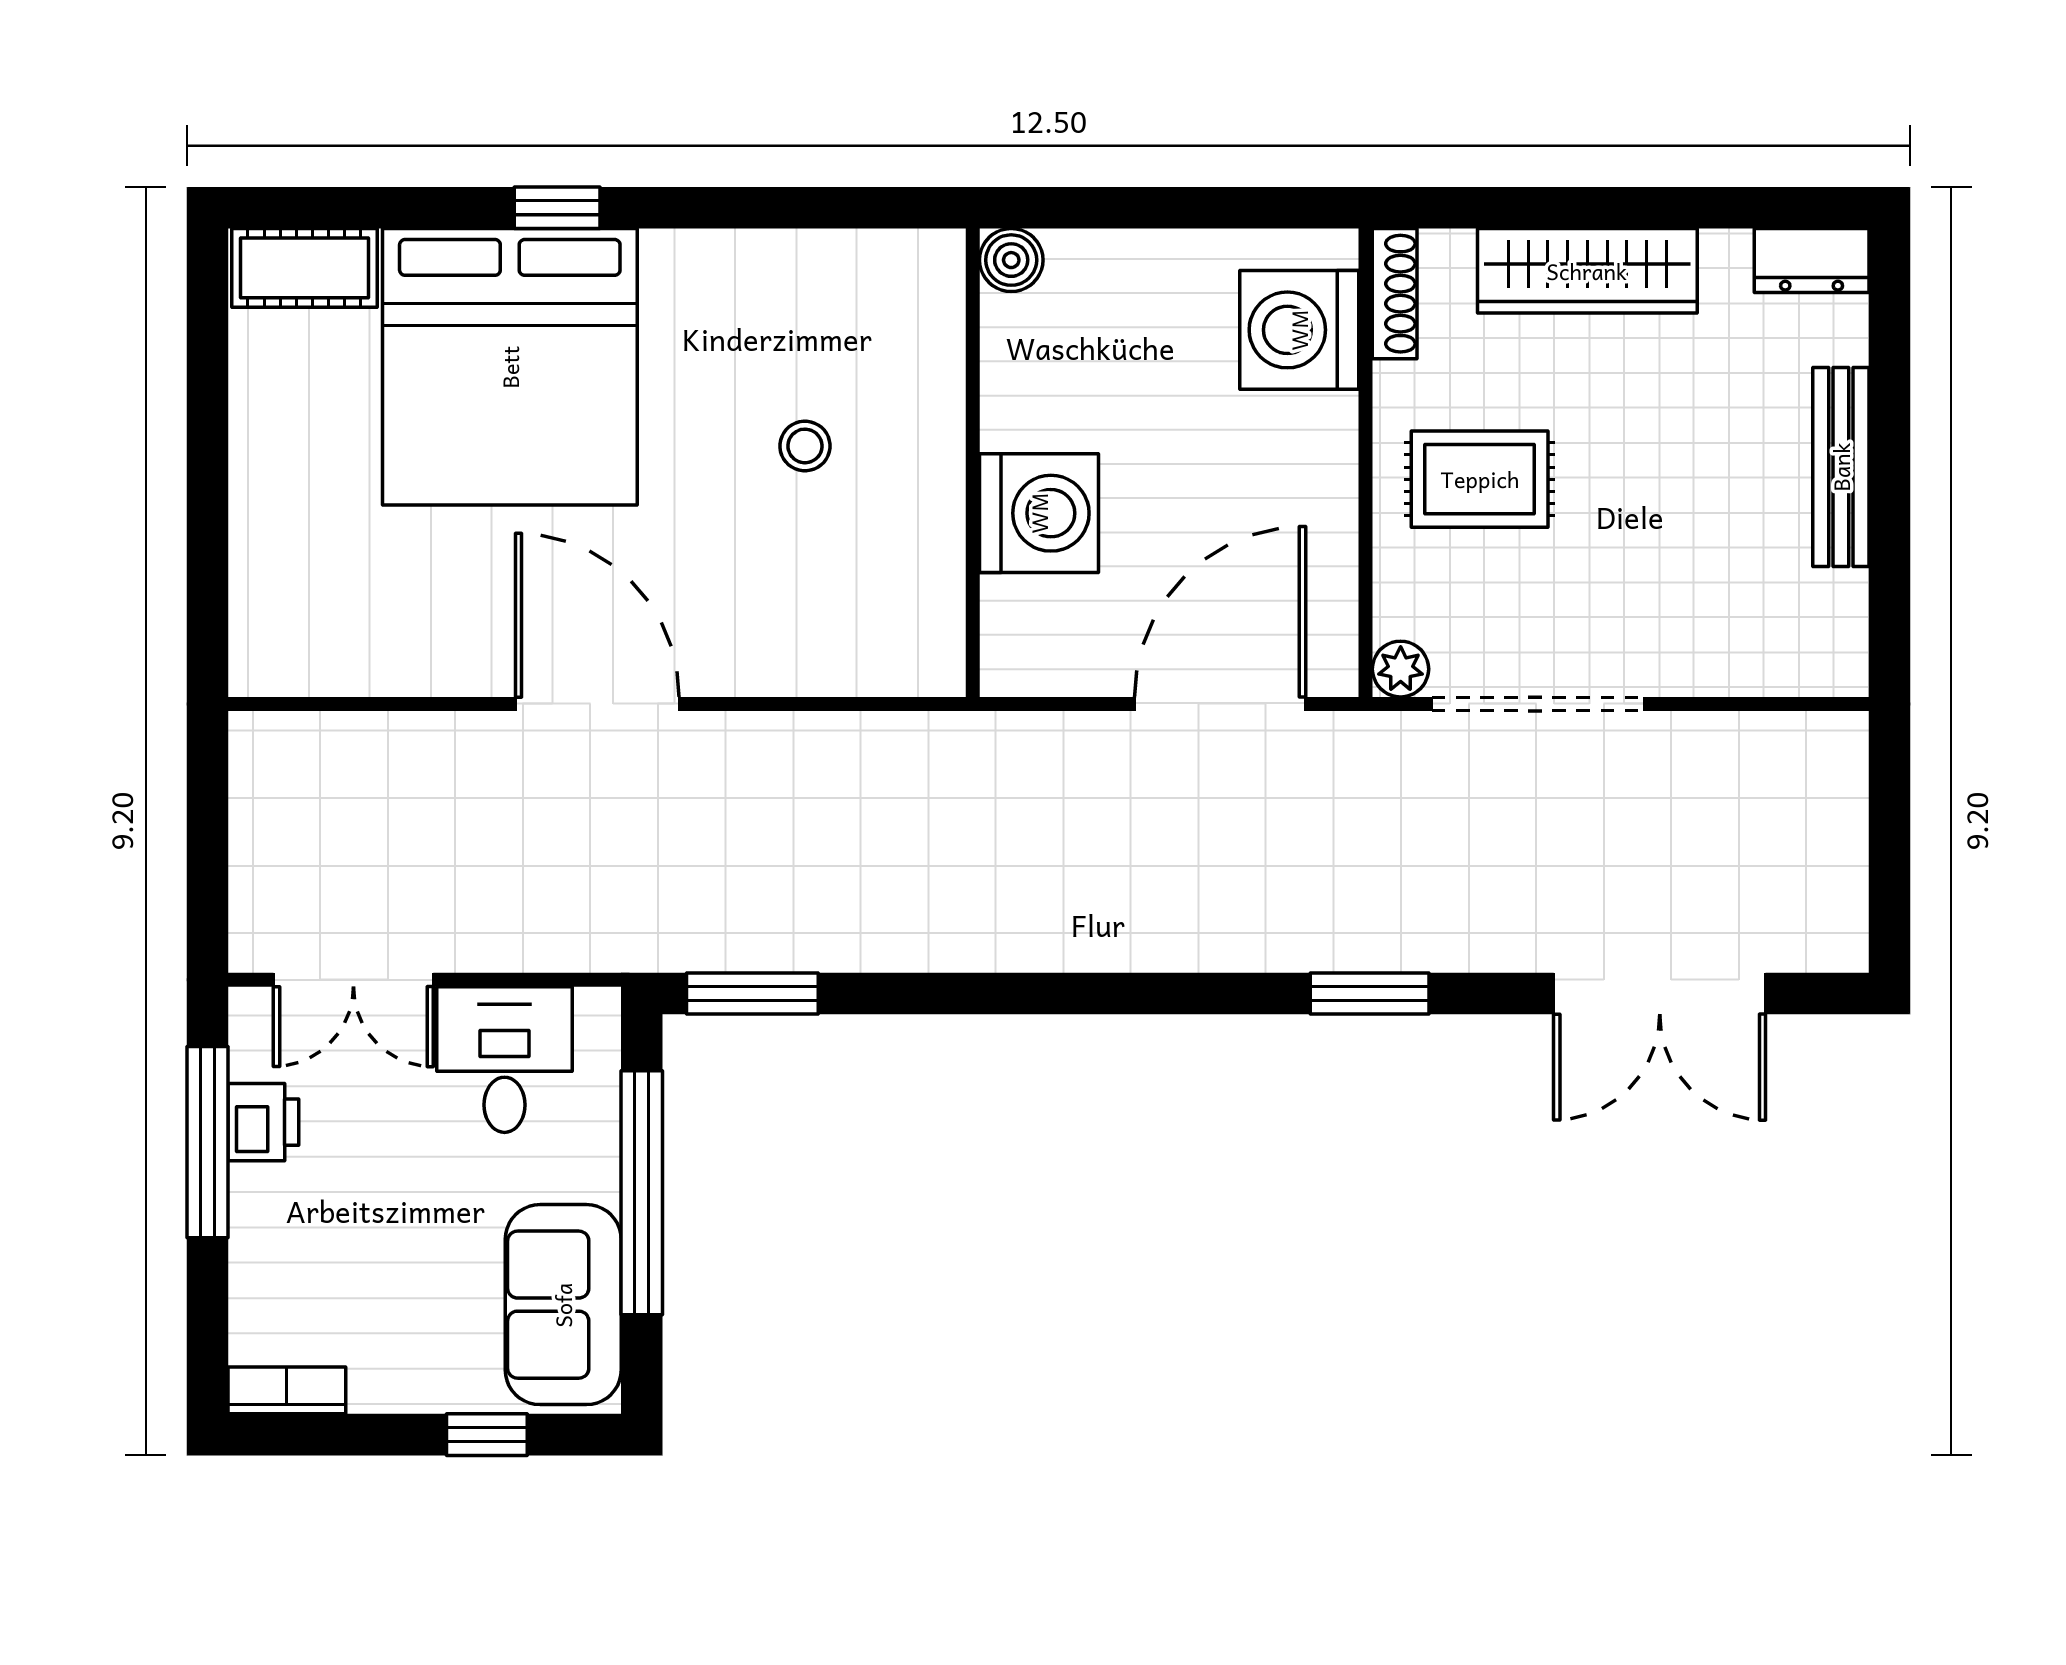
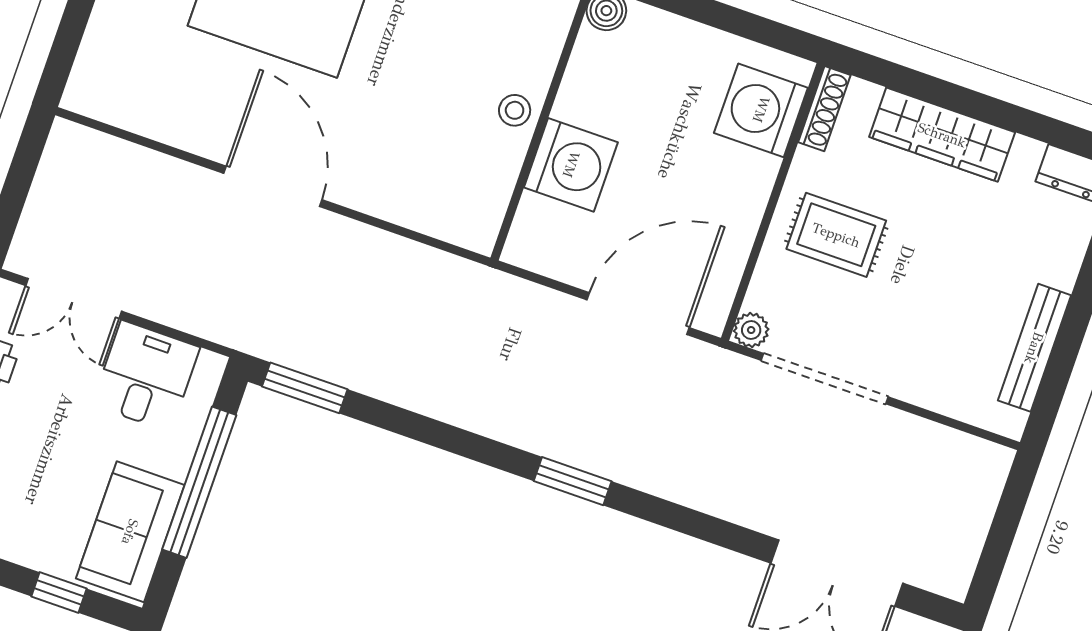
stool: (805, 446) -> (515, 110), moved
bench: (1841, 467) -> (1034, 348), moved
window: (1370, 993) -> (573, 481), moved

